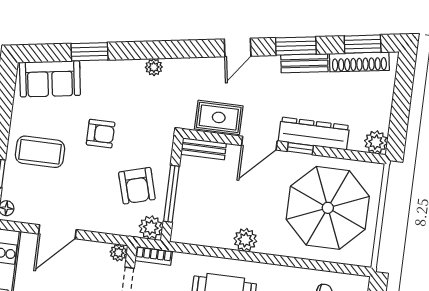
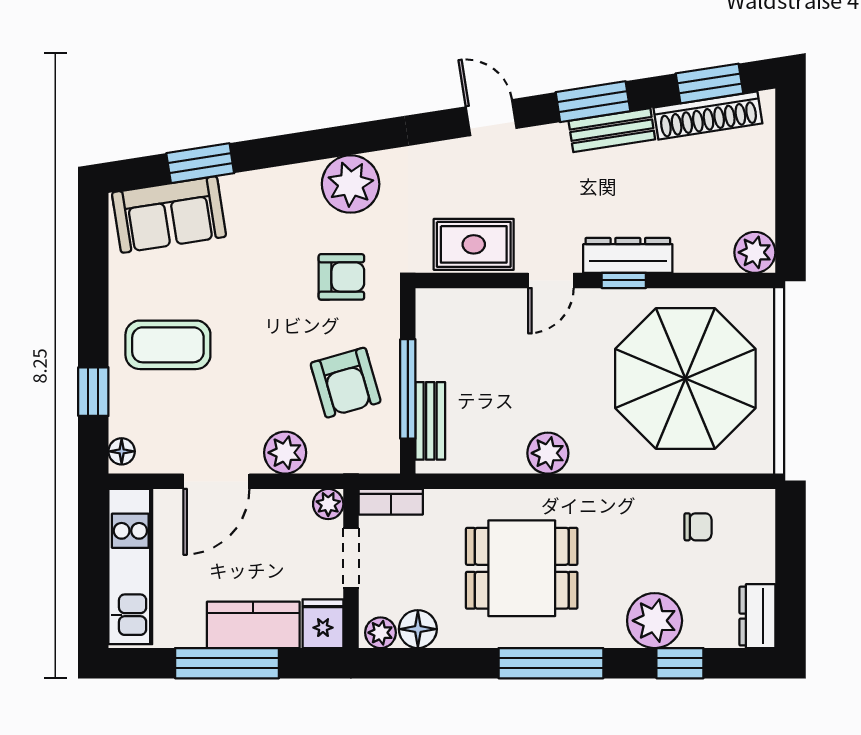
door: (238, 48) -> (491, 118), swing flipped
window: (89, 52) -> (200, 163), moved
plant: (154, 67) -> (351, 184), width x1.87, depth x1.87
dresser: (314, 133) -> (628, 255), width x0.73, depth x0.80
armchair: (101, 134) -> (341, 277), moved
door: (259, 143) -> (551, 280), width x0.73
bench: (204, 149) -> (430, 421), moved, turned 90
plant: (151, 227) -> (285, 453), moved

